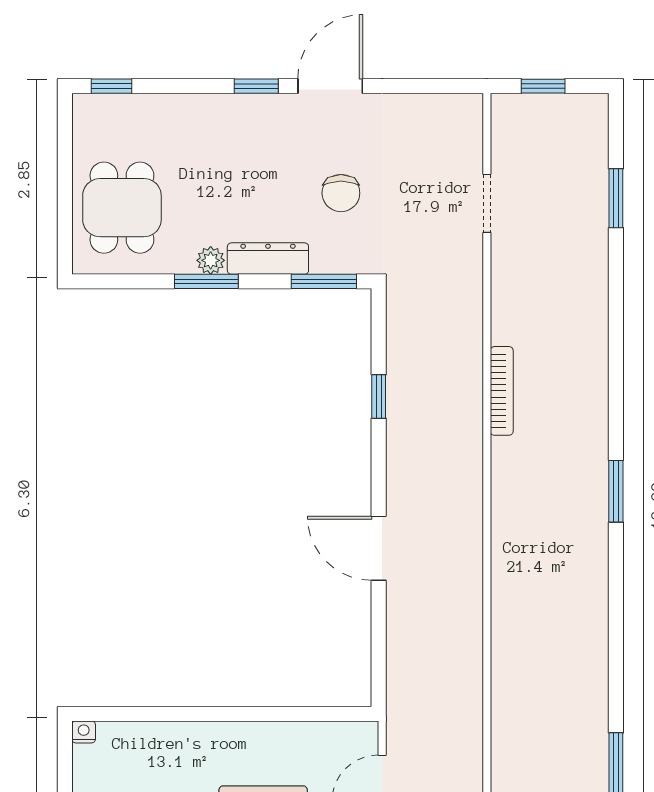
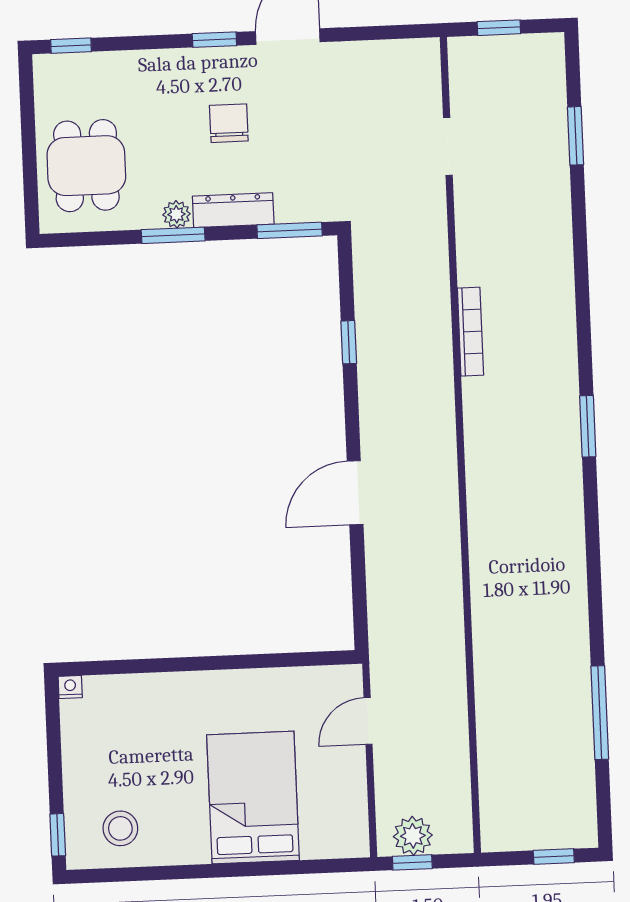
chair: (341, 193) -> (229, 123), moved, turned 180
door: (379, 548) -> (355, 493), hinge flipped

